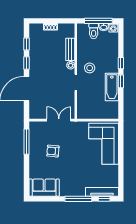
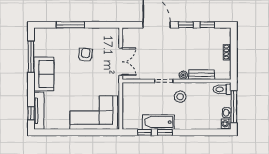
toilet: (94, 31) -> (222, 89), moved
window: (121, 63) -> (144, 132), moved
window: (27, 142) -> (70, 25), moved
sofa: (44, 188) -> (44, 74), moved
window: (78, 199) -> (31, 57), moved

